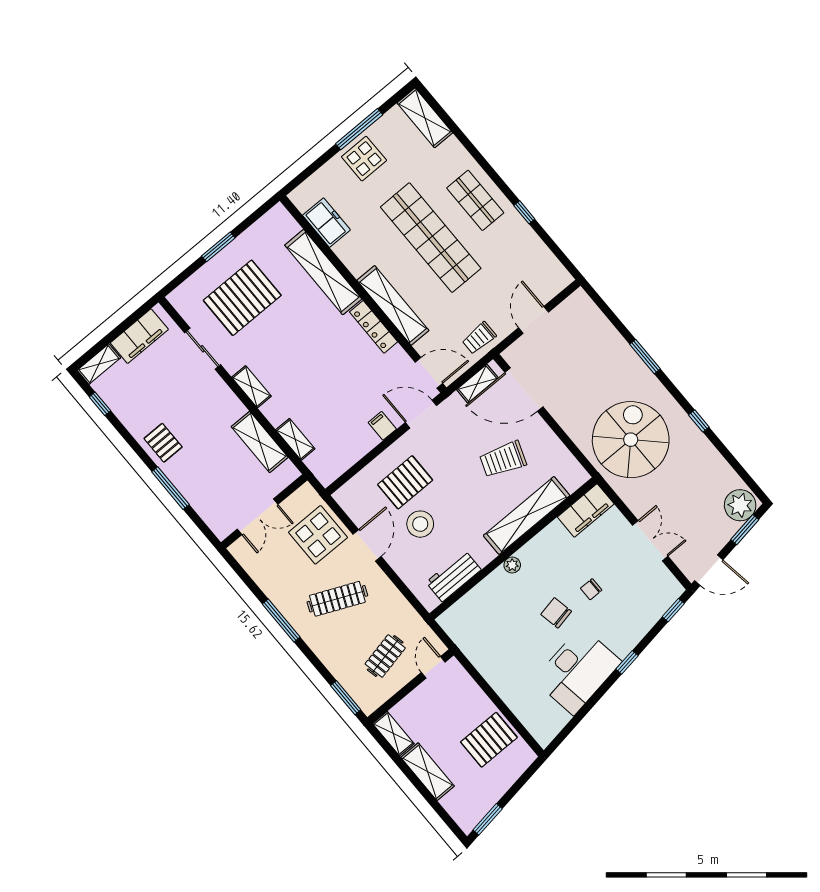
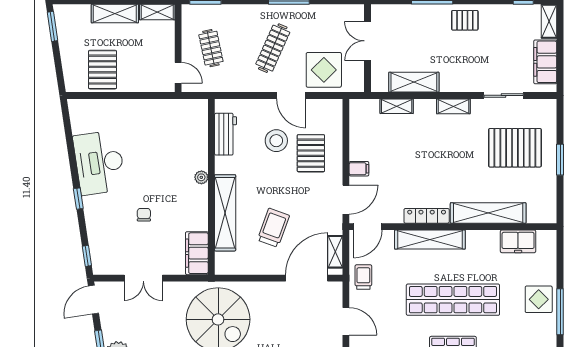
pallet: (242, 298) -> (515, 148), turned 90
chair: (556, 613) -> (147, 180), removed

